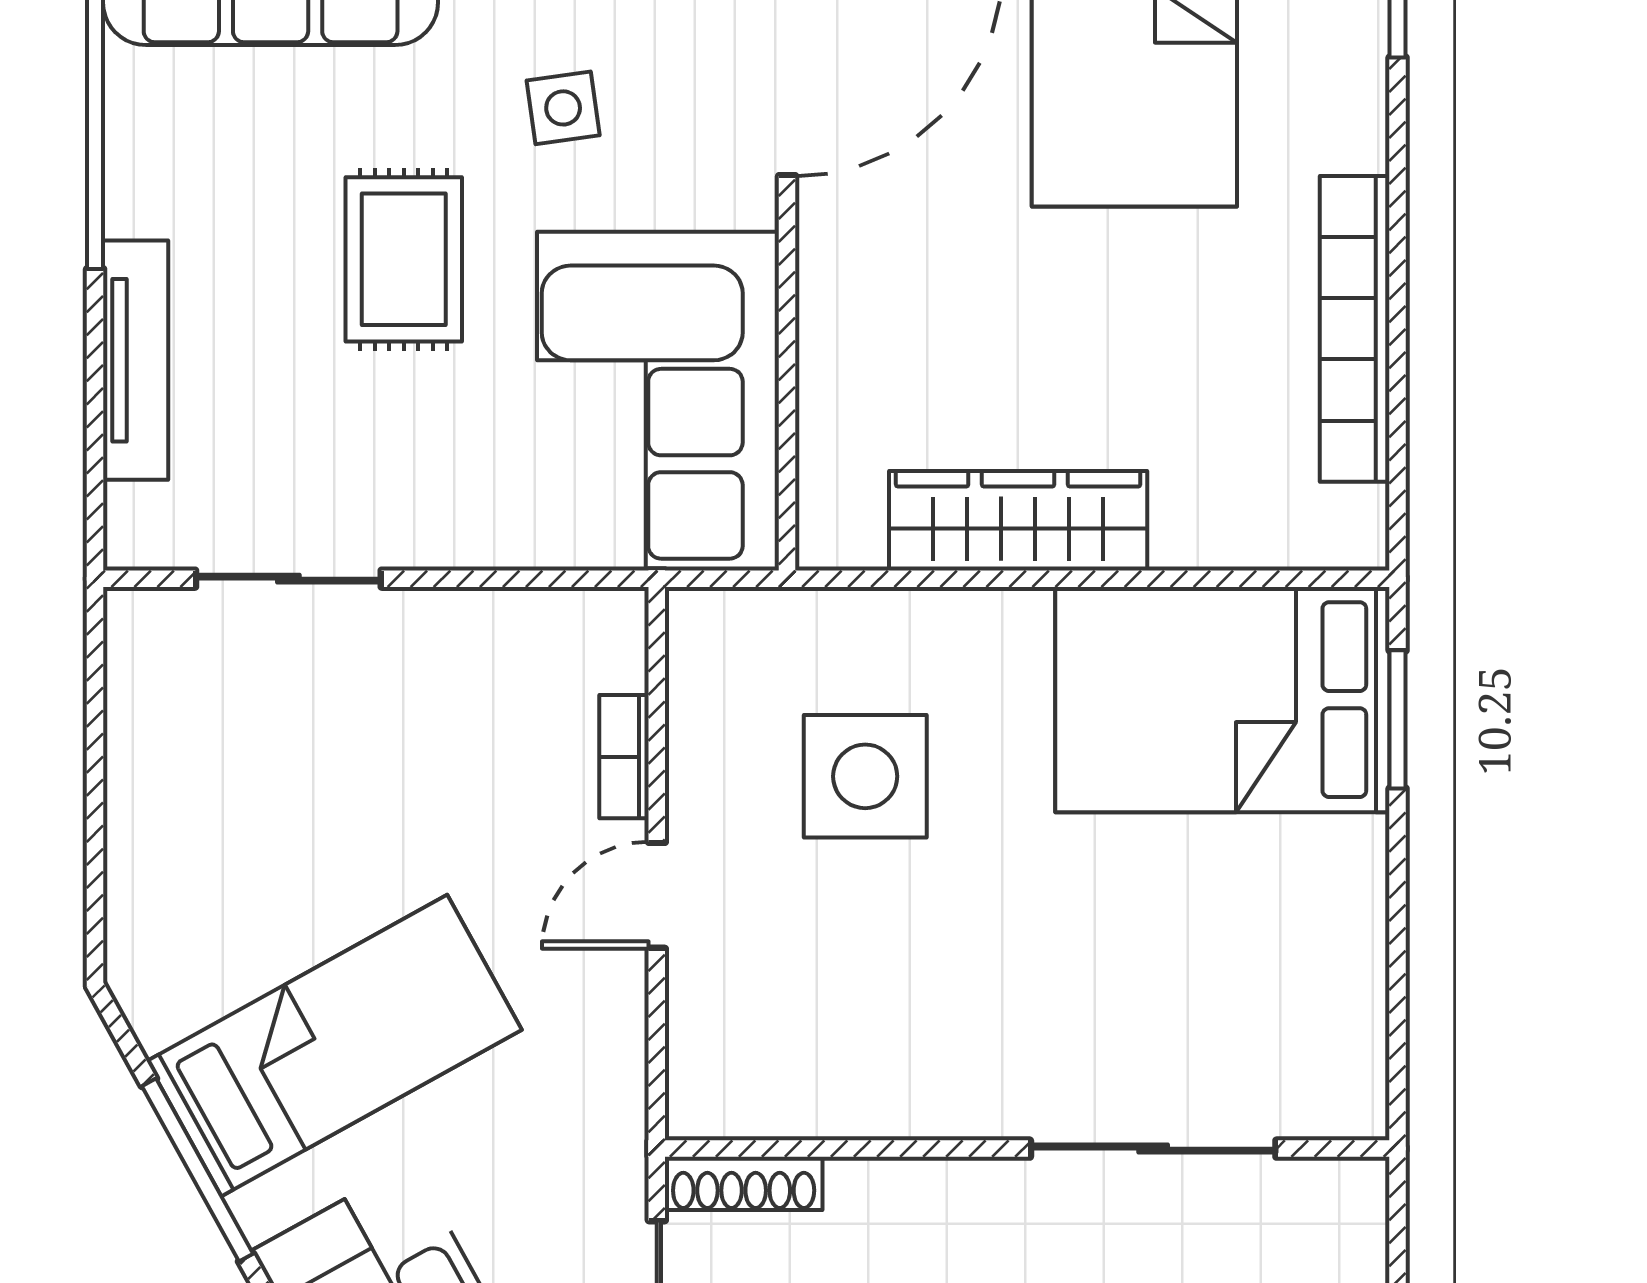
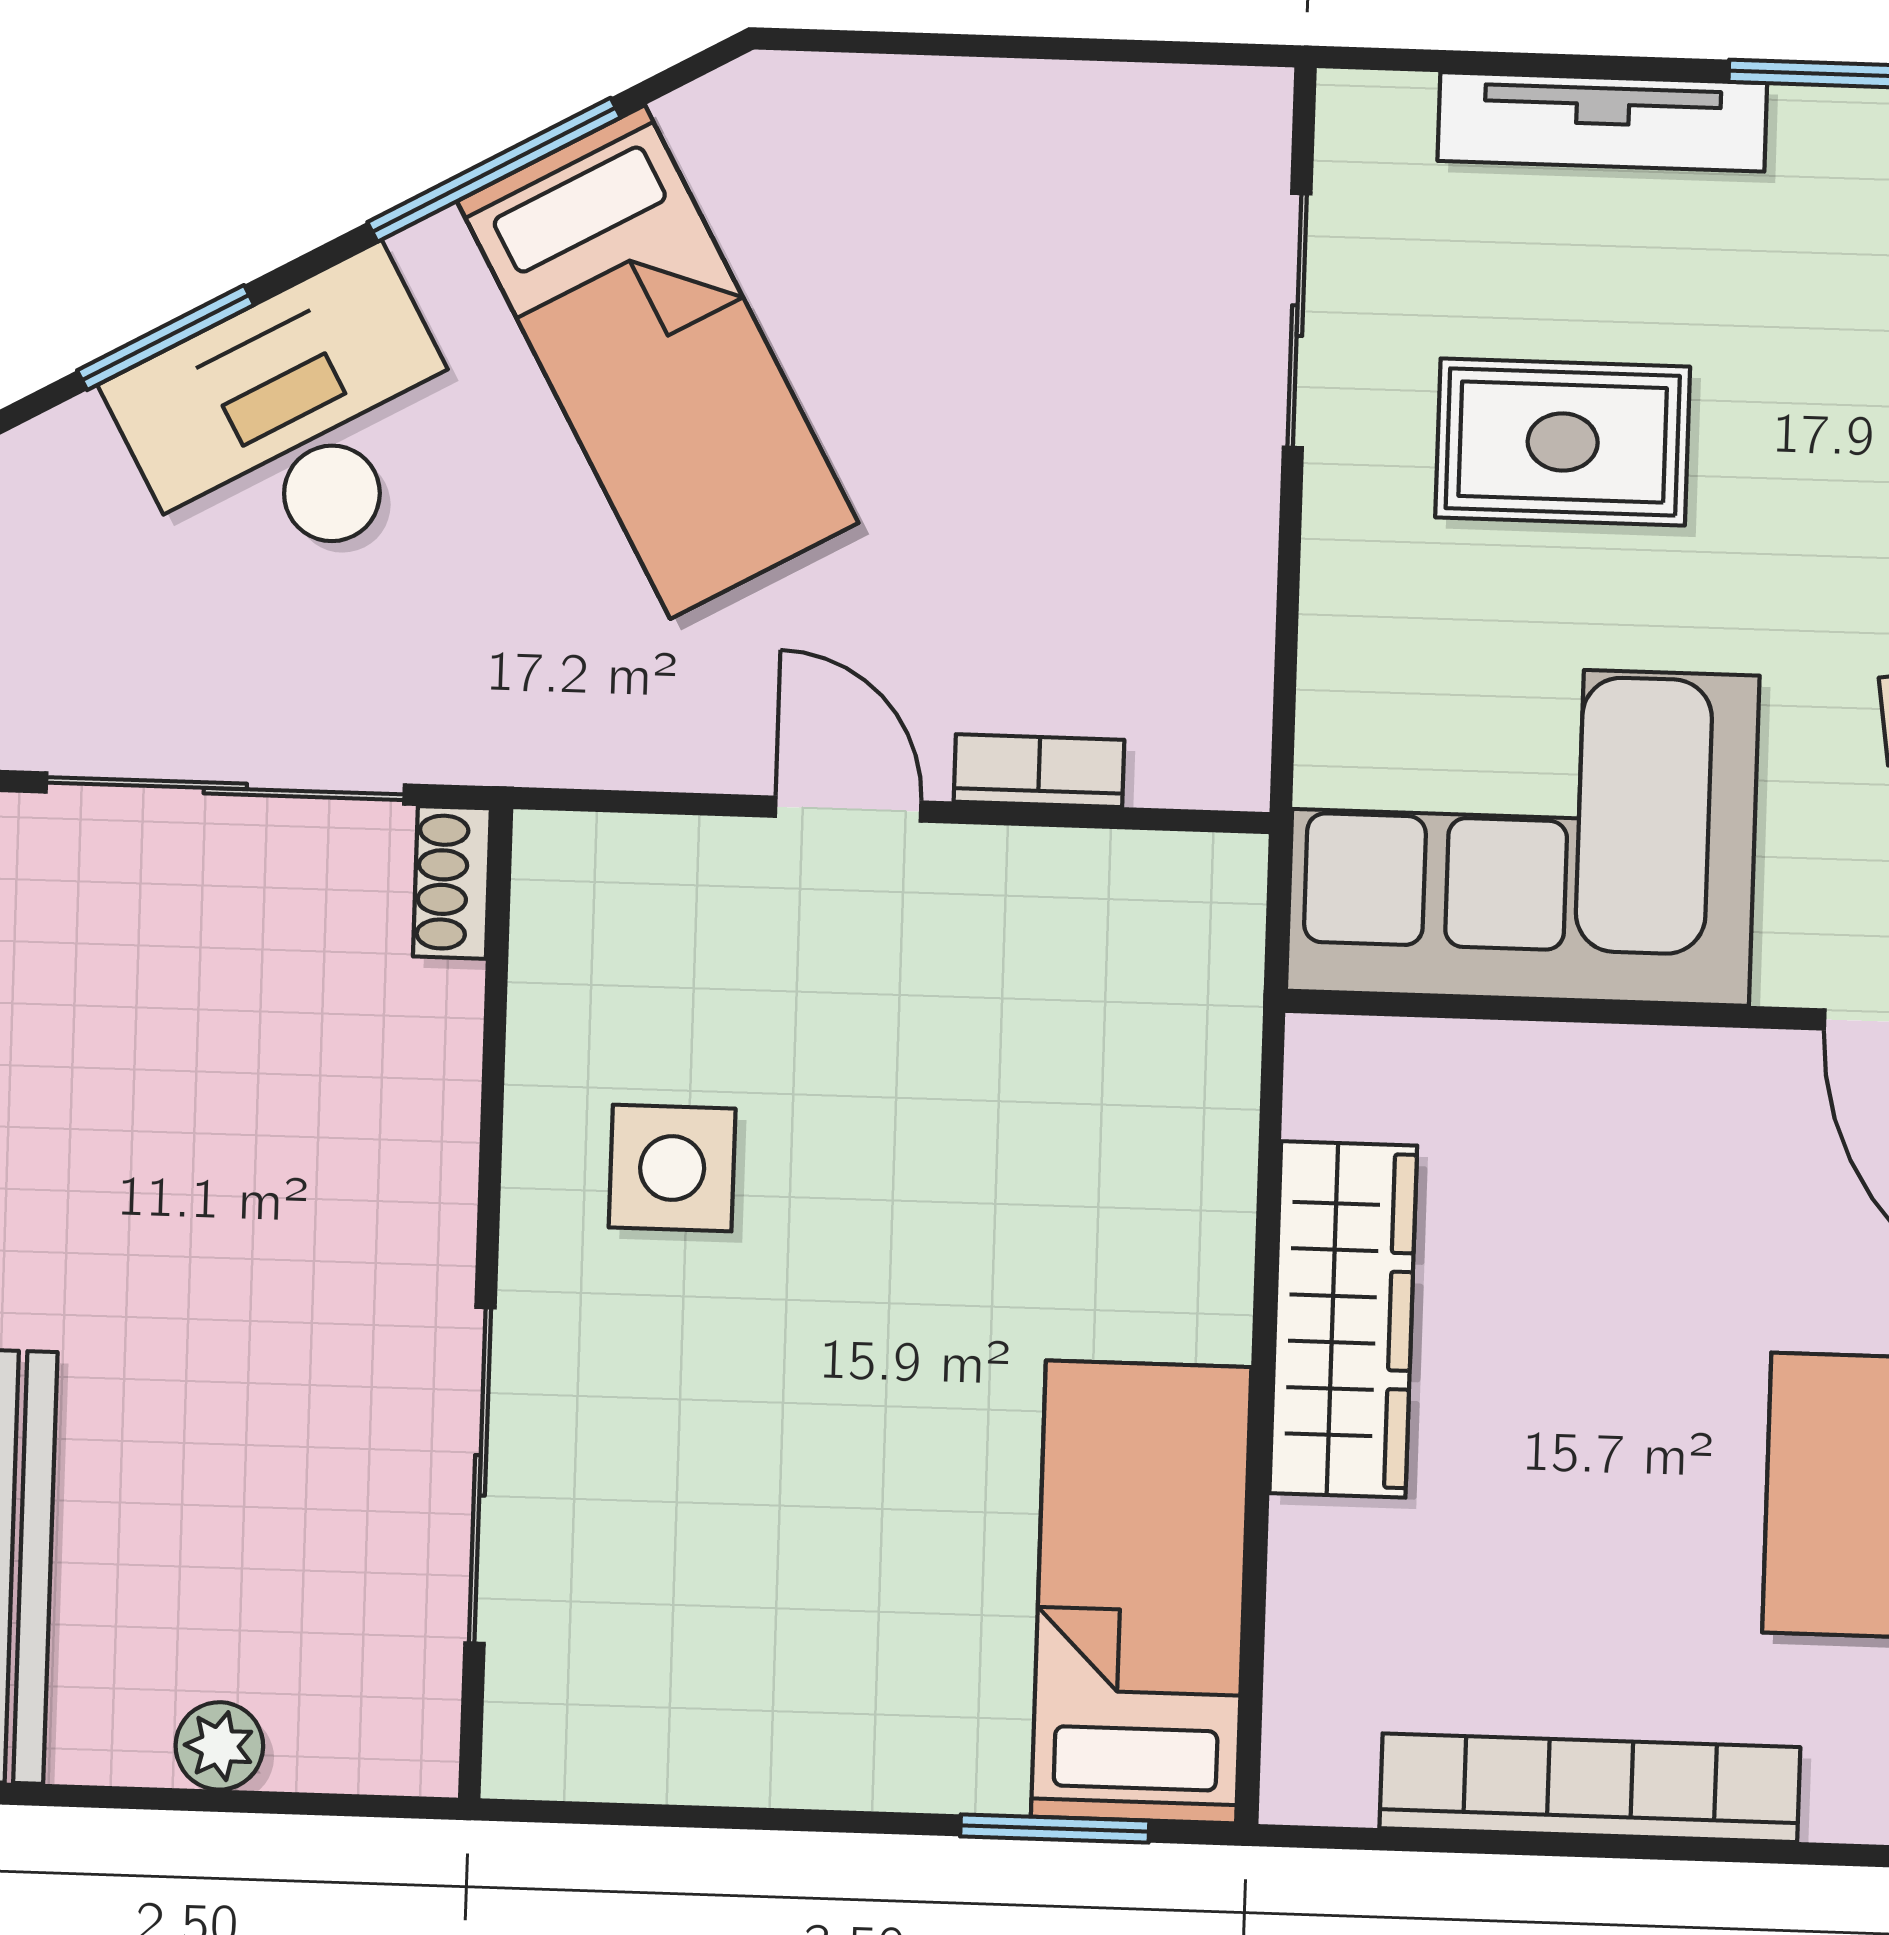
rug: (404, 259) -> (1563, 442), moved
bed: (1222, 700) -> (1141, 1592), width x0.67
side table: (865, 776) -> (672, 1168), moved, width x0.73, depth x0.73
shoe rack: (744, 1183) -> (452, 882), width x0.70

